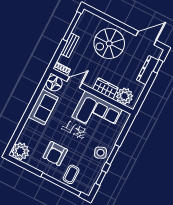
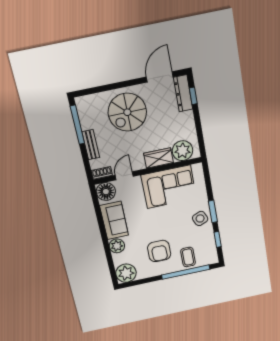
dresser: (148, 70) -> (183, 93), moved
plant: (30, 126) -> (117, 246), added

